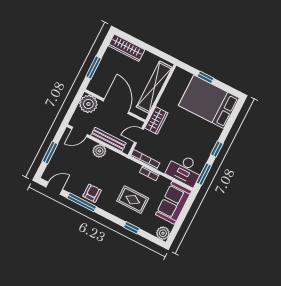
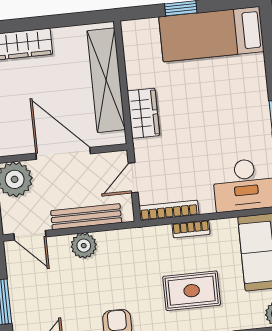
bed: (209, 102) -> (211, 34), width x0.67
wardrobe: (156, 120) -> (143, 113), moved
door: (79, 132) -> (30, 235), hinge flipped

